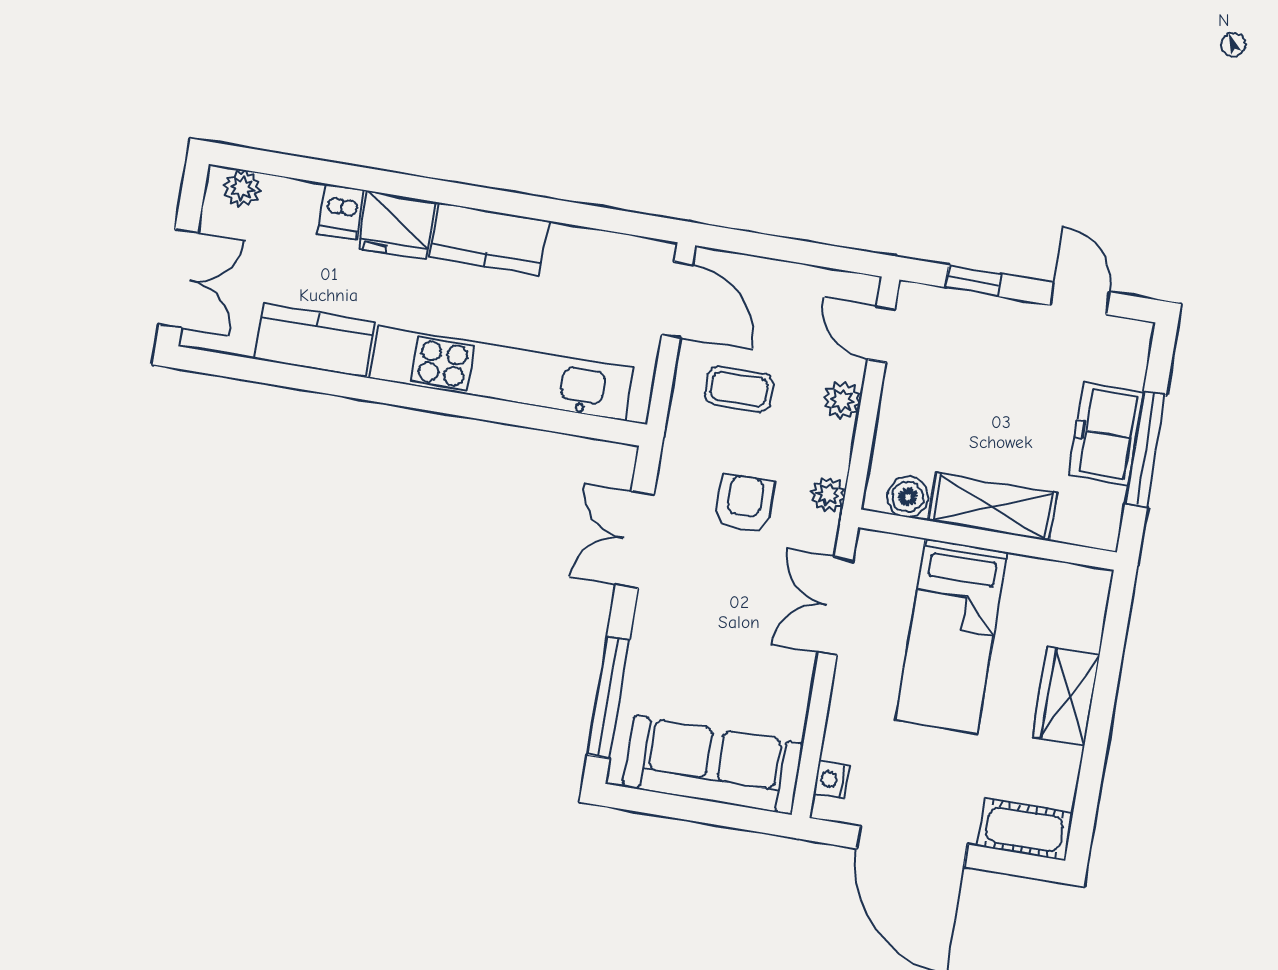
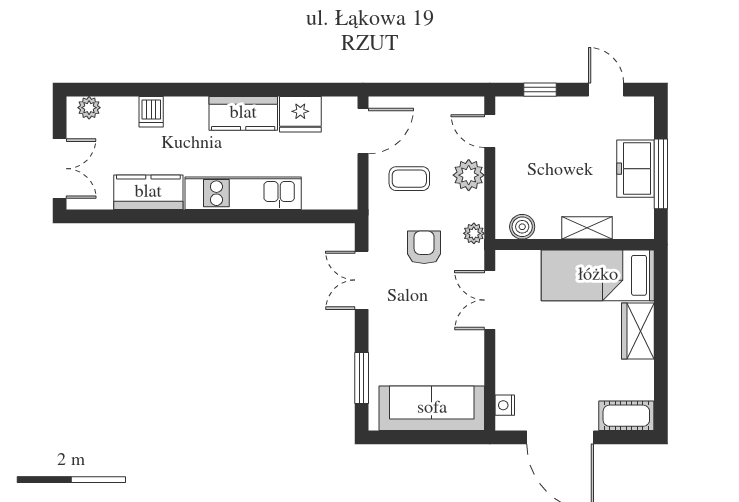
fridge: (397, 225) -> (300, 114), moved
door: (677, 300) -> (363, 131), hinge flipped
kitchen unit: (501, 373) -> (243, 193), width x0.73
plant: (842, 400) -> (469, 175), width x1.38, depth x1.38
shelving: (993, 507) -> (587, 228), width x0.67, depth x0.75
bed: (952, 636) -> (598, 275), moved, turned 90
window: (608, 697) -> (362, 378), width x0.69

